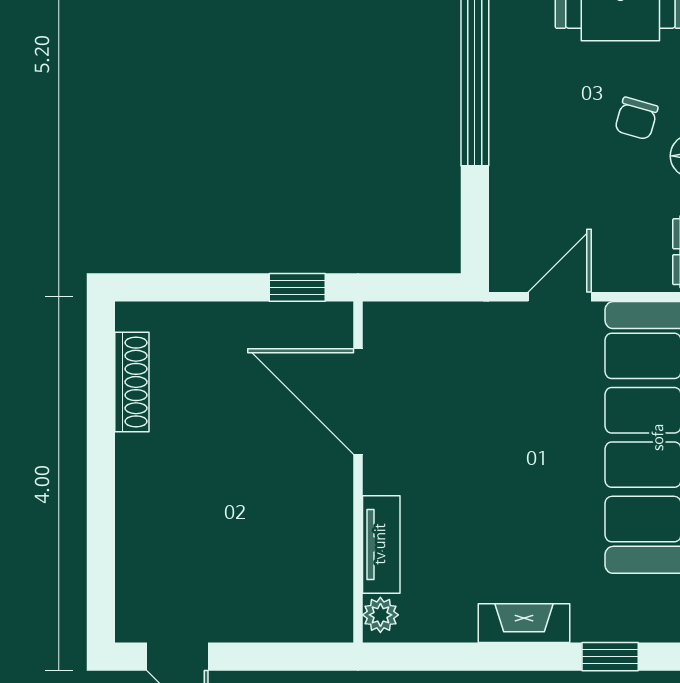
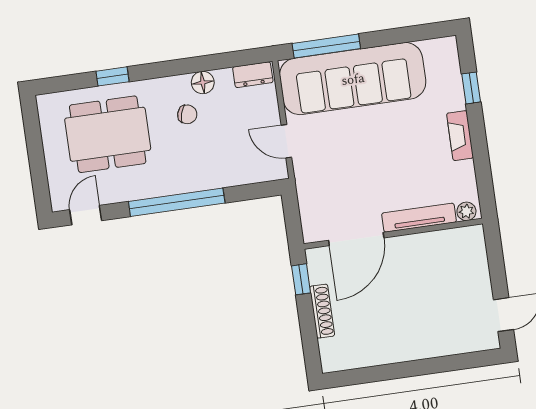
shoe rack: (132, 382) -> (322, 311), moved, turned 90
tv unit: (381, 544) -> (419, 218), width x1.41

